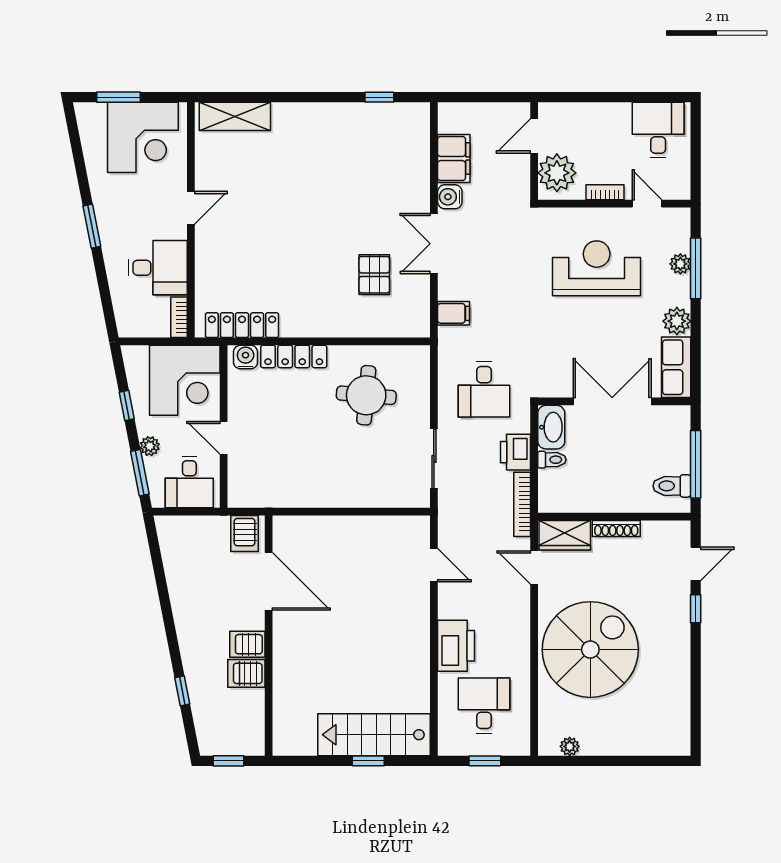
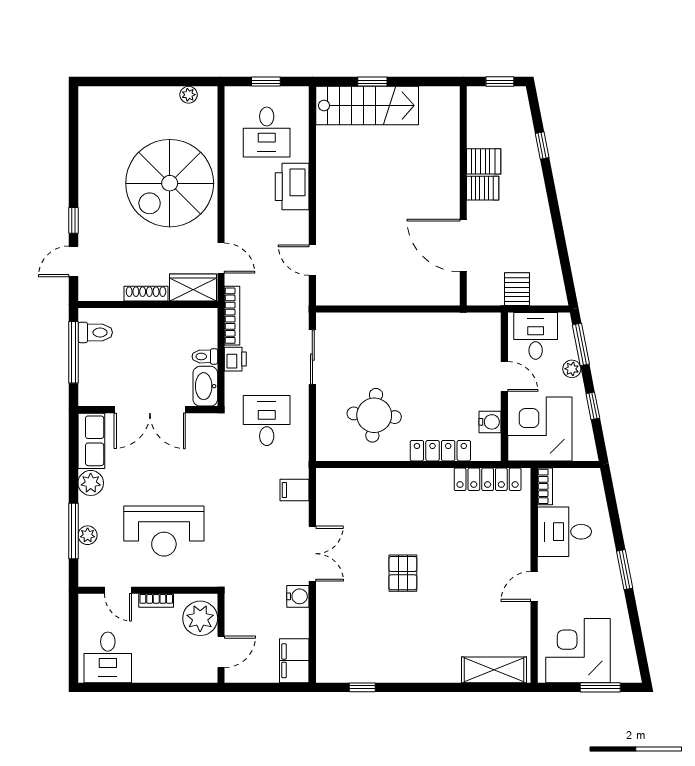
filing cabinet: (454, 159) -> (294, 661), moved
pallet: (374, 275) -> (403, 573), moved
water cooler: (246, 357) -> (490, 422), moved, turned -90
printer: (516, 452) -> (235, 359), width x0.73, depth x0.81
server rack: (245, 534) -> (517, 289), moved

